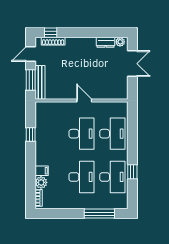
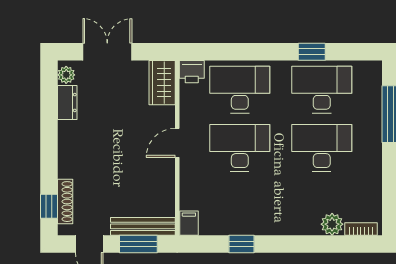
wardrobe: (116, 93) -> (162, 83), added
printer: (122, 108) -> (192, 72), added
filing cabinet: (42, 171) -> (189, 223), moved

